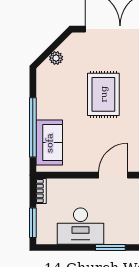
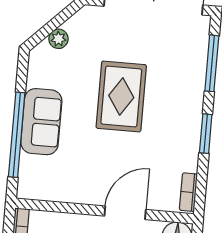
sofa: (49, 143) -> (41, 122), moved

